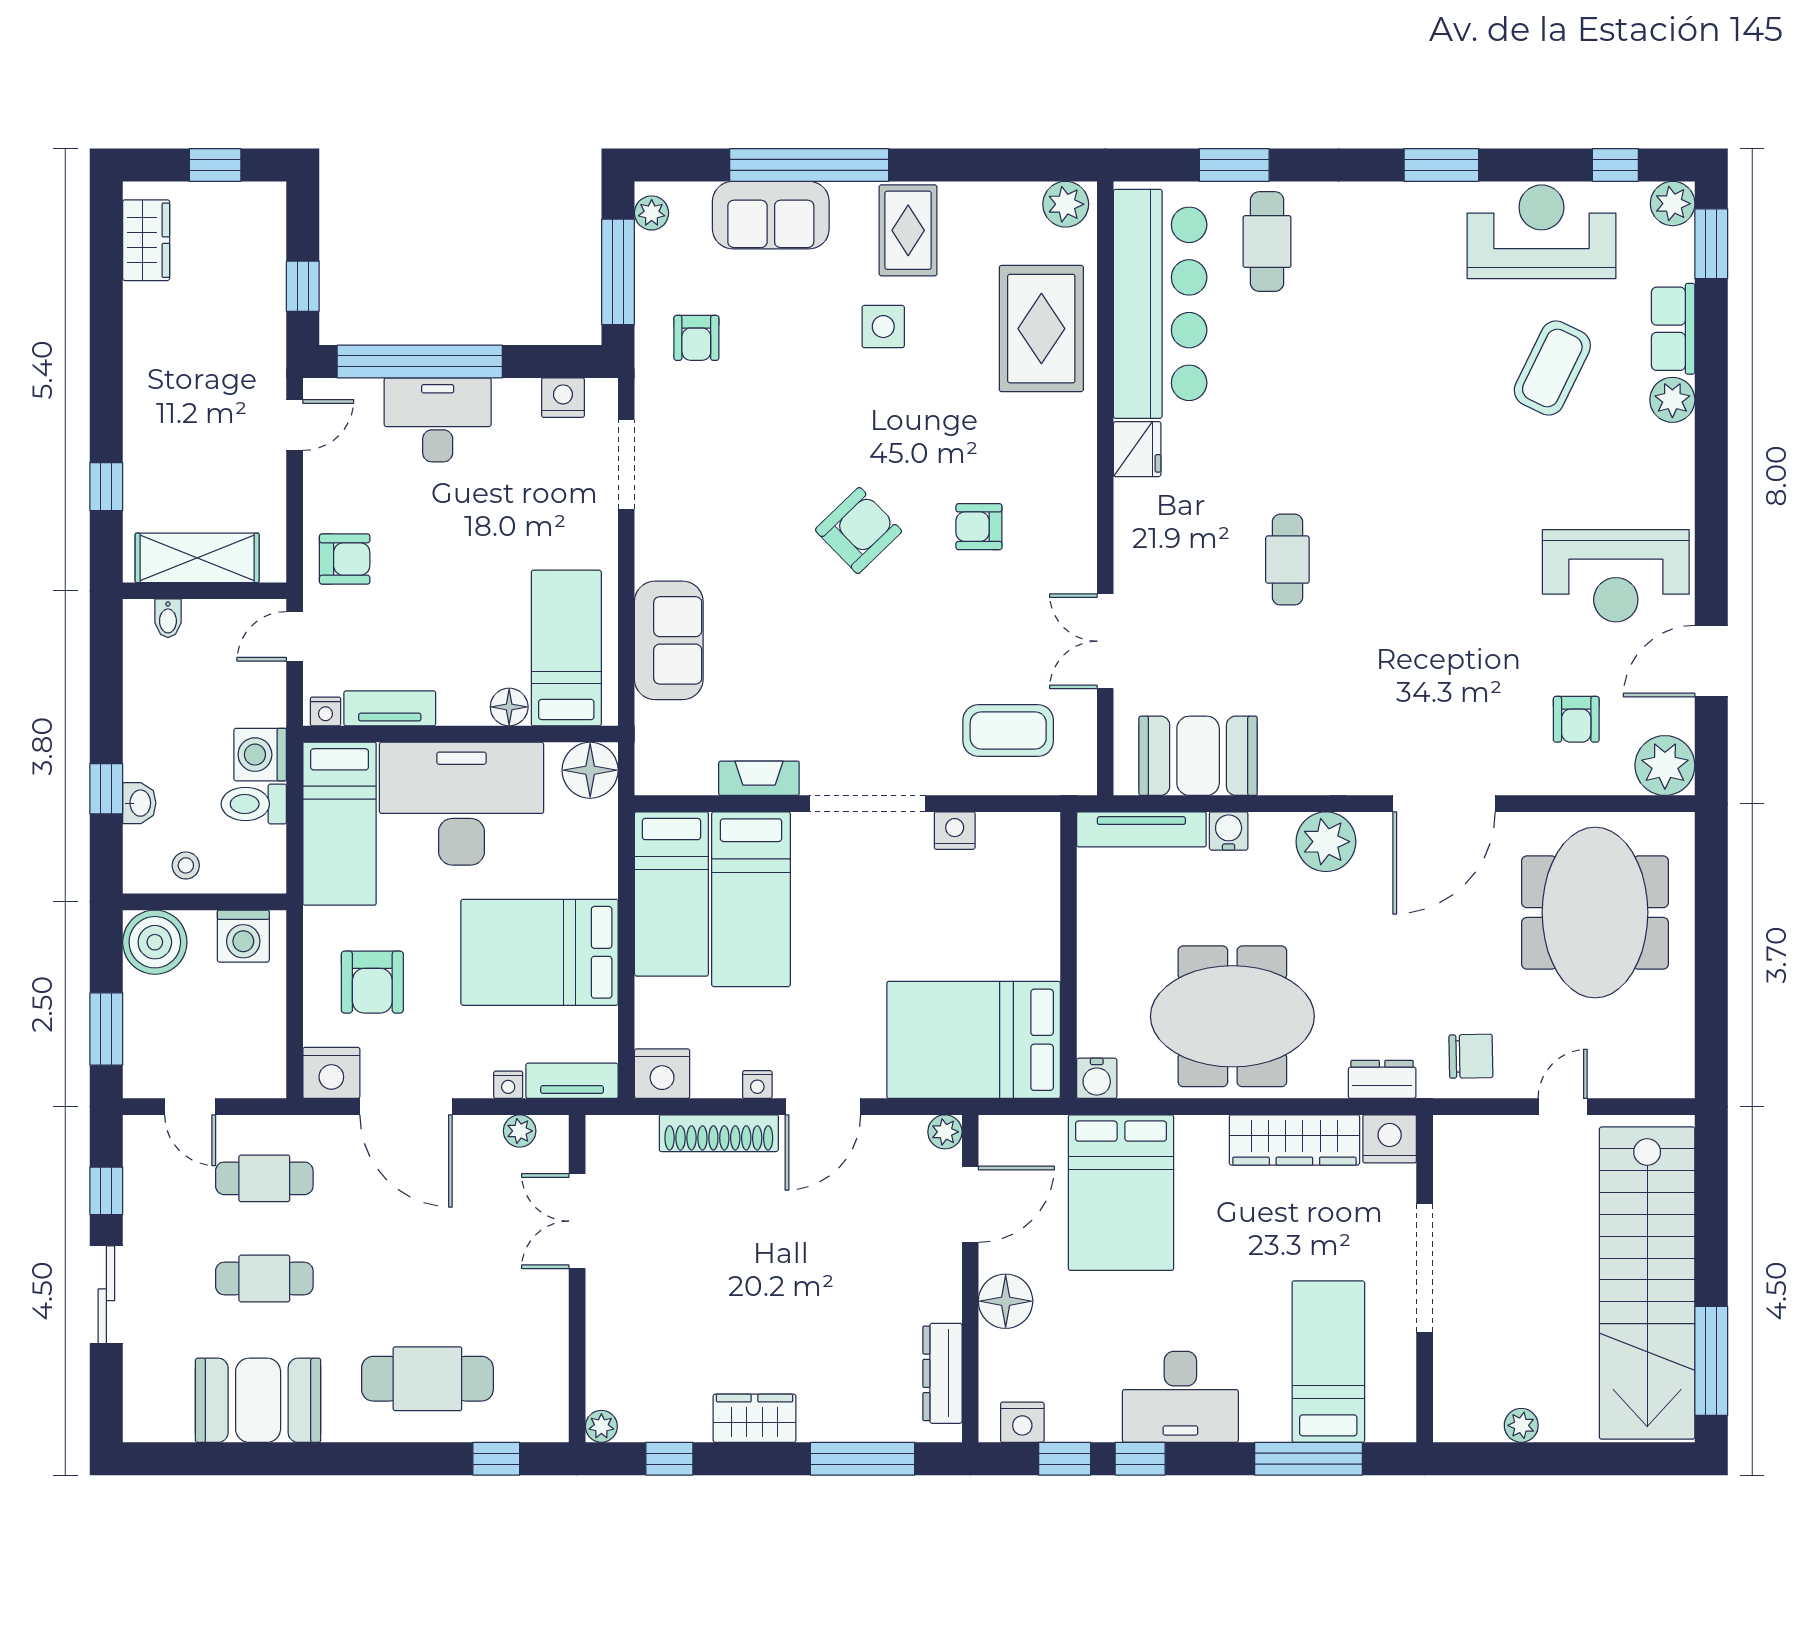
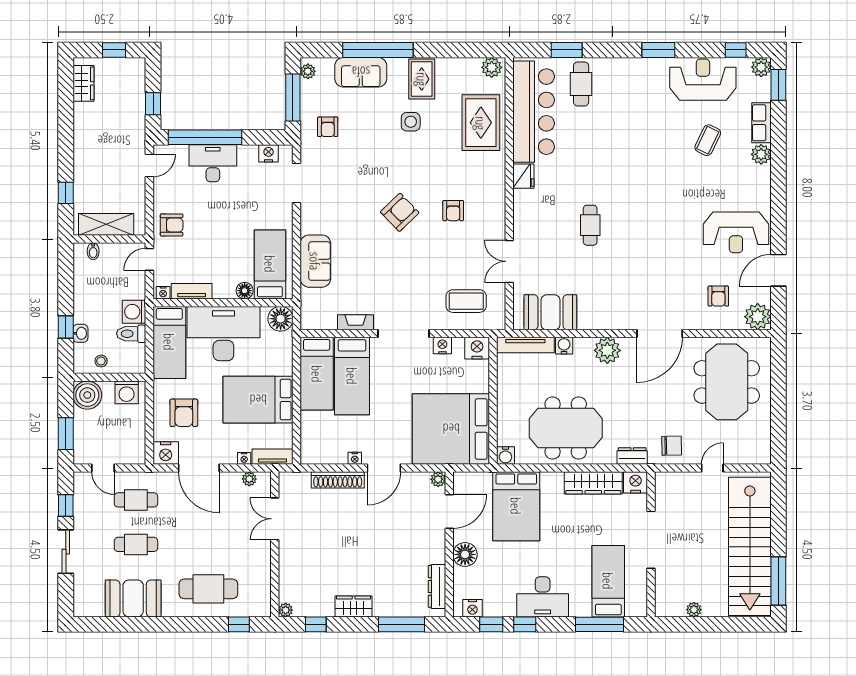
coffee table: (1552, 368) -> (708, 140), width x0.73, depth x0.77
armchair: (979, 527) -> (453, 211), turned -90
bed: (974, 1040) -> (451, 429), width x1.36
nightstand: (662, 1074) -> (477, 348), moved, turned 180

